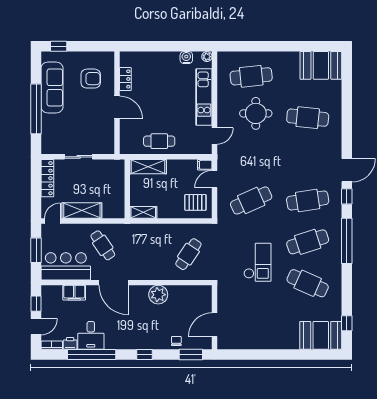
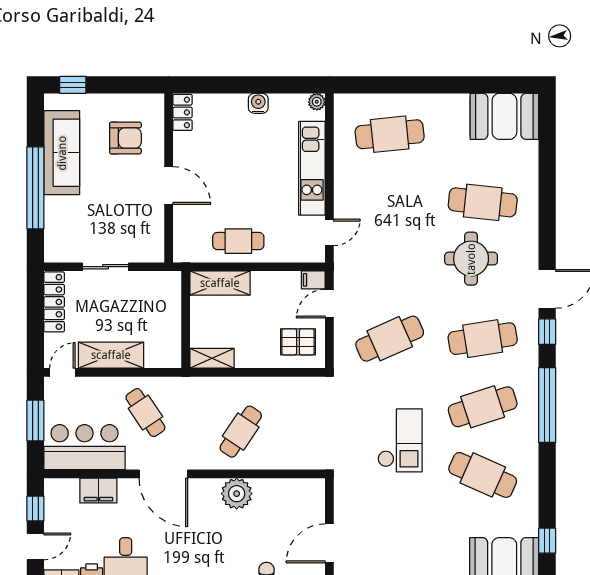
water cooler: (186, 58) -> (258, 103), moved
locker: (125, 79) -> (183, 112), moved
round table: (256, 113) -> (471, 259), moved
cafe table: (188, 254) -> (241, 432), moved

